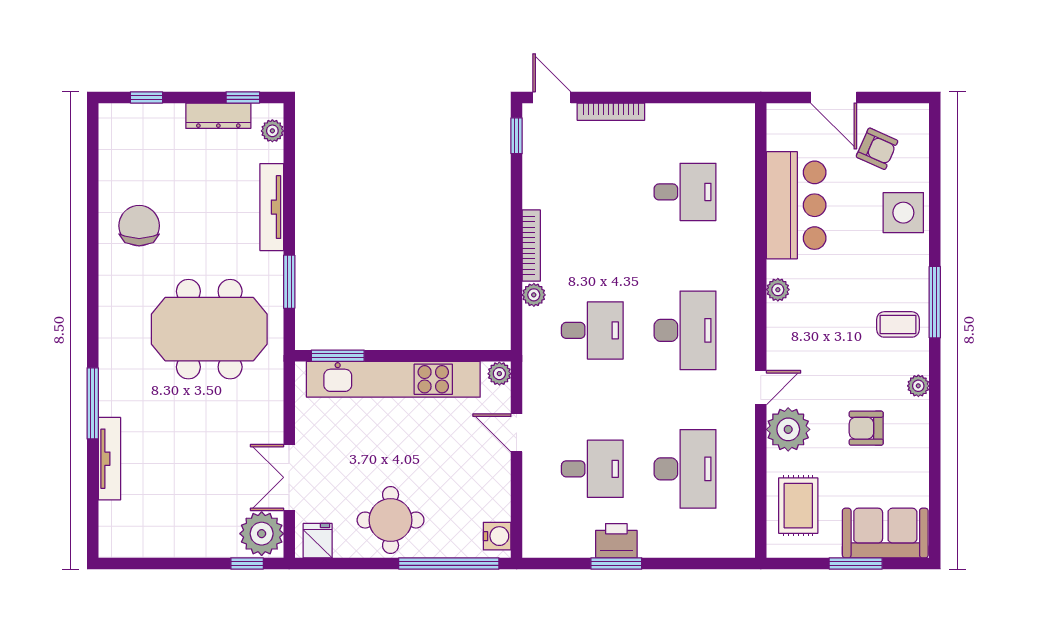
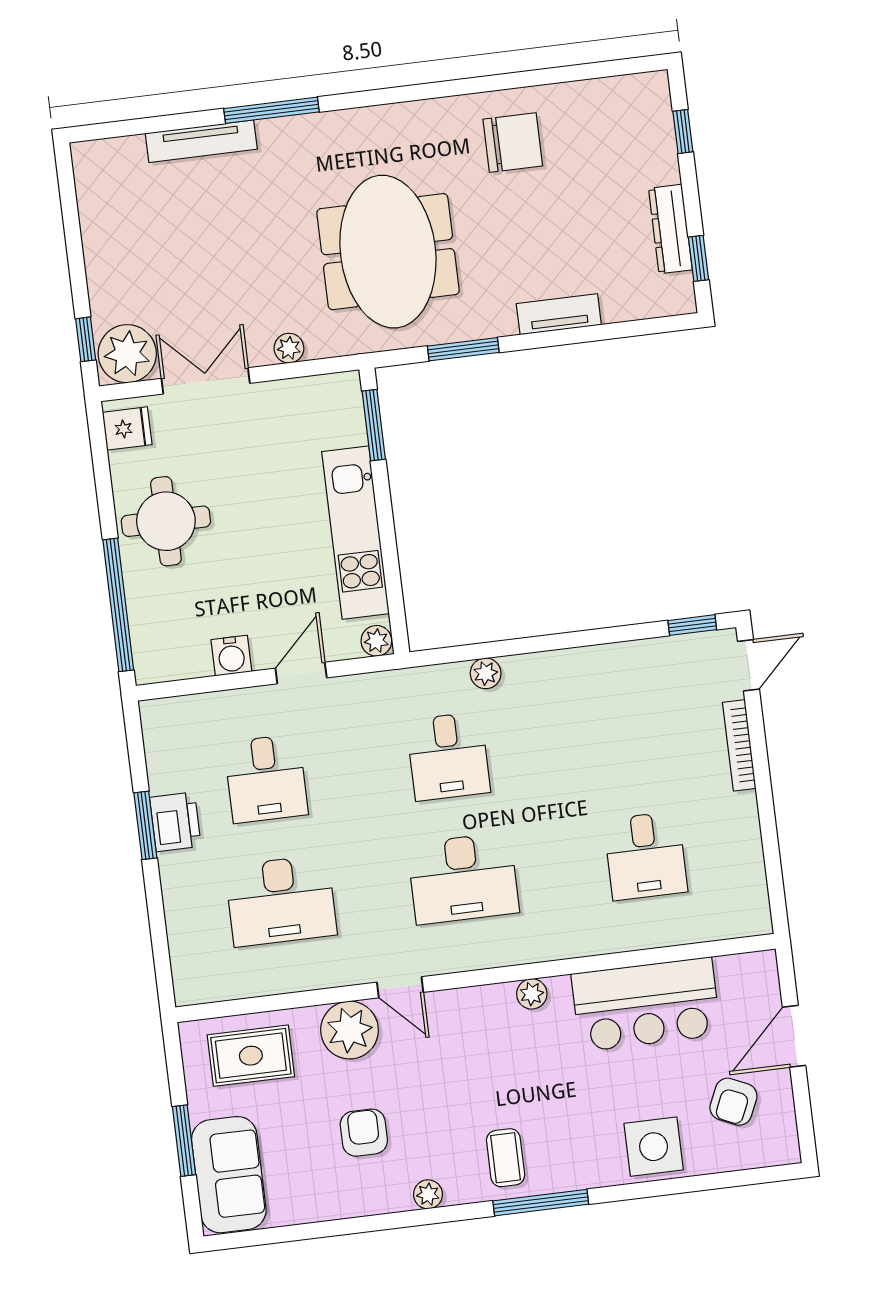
plant: (272, 131) -> (289, 348), moved
tv unit: (272, 207) -> (559, 314), width x0.71
bookcase: (531, 245) -> (550, 662), removed
kitchen unit: (393, 379) -> (356, 533), width x0.73
water cooler: (497, 536) -> (231, 656), moved

